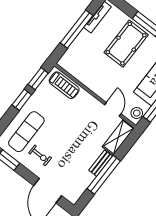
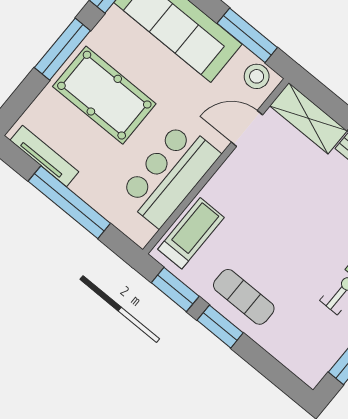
bar counter: (91, 75) -> (170, 174), added
exercise mat: (26, 132) -> (244, 297), moved, width x0.73, depth x0.69

